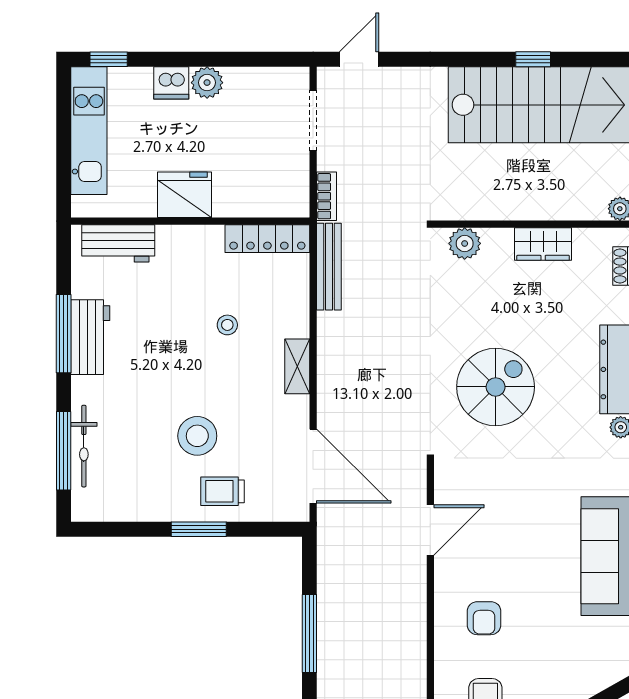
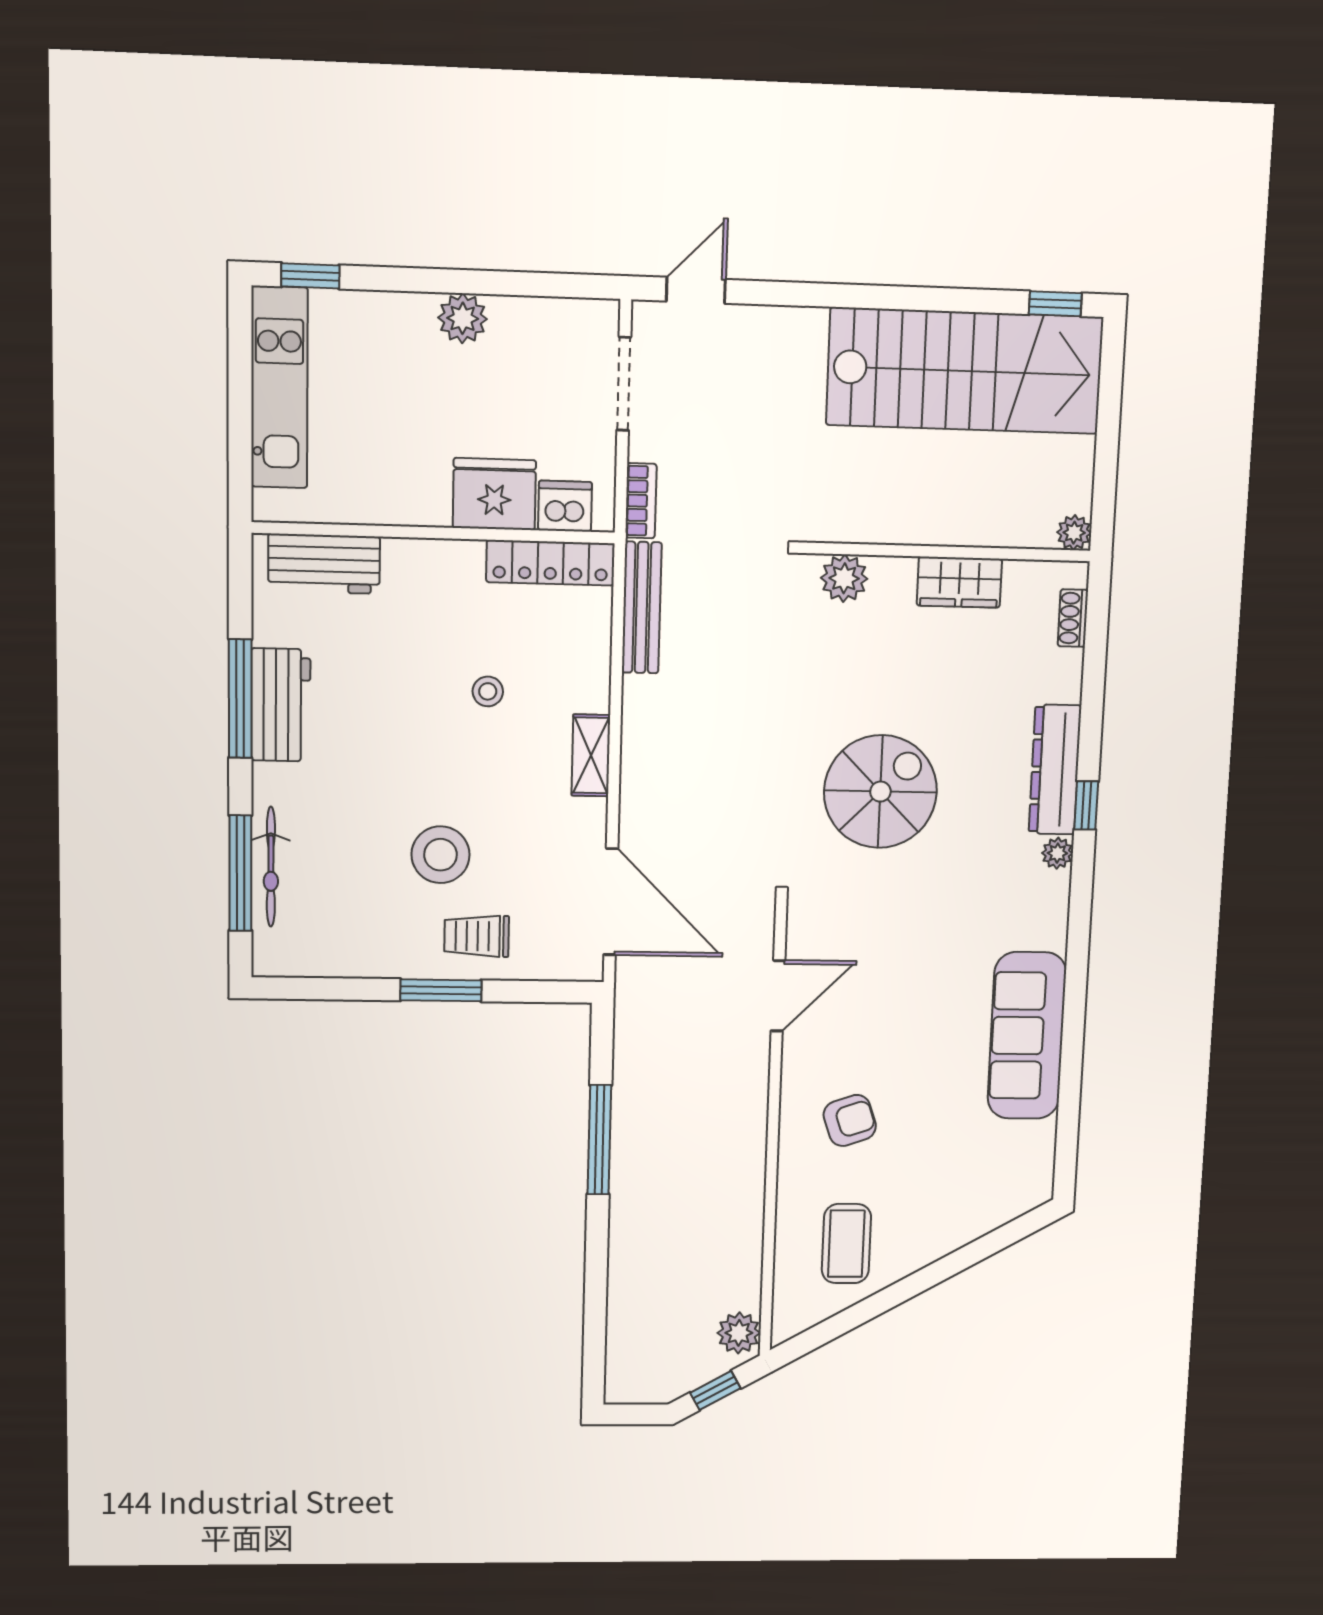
window: (533, 59) -> (1055, 304), moved
dishwasher: (171, 83) -> (565, 506), moved, turned 180
fridge: (185, 195) -> (494, 494), moved
armchair: (484, 618) -> (850, 1120), turned -109

